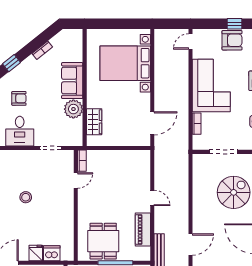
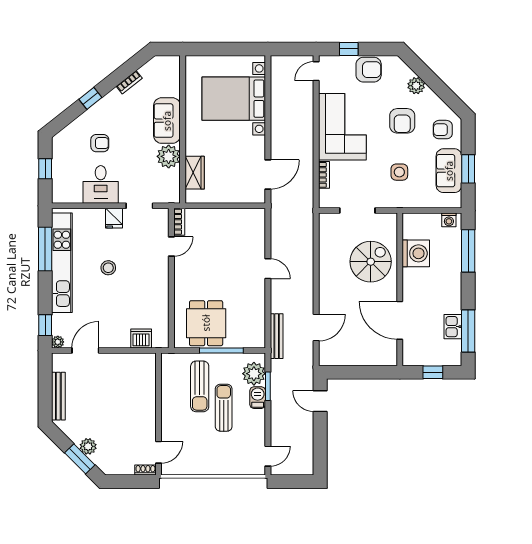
window: (234, 24) -> (349, 49), moved
piano: (143, 230) -> (256, 309), removed
fridge: (36, 253) -> (114, 218), moved, turned 180

